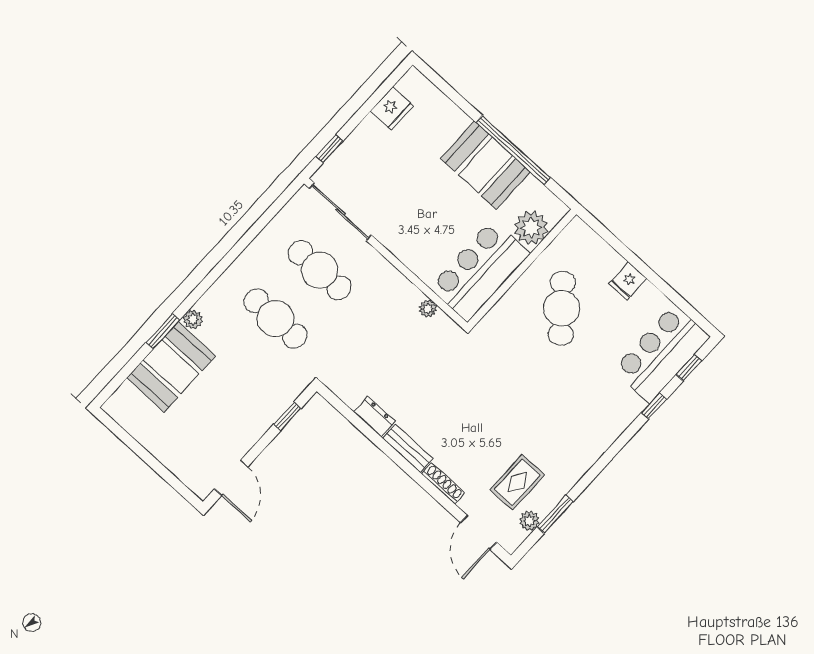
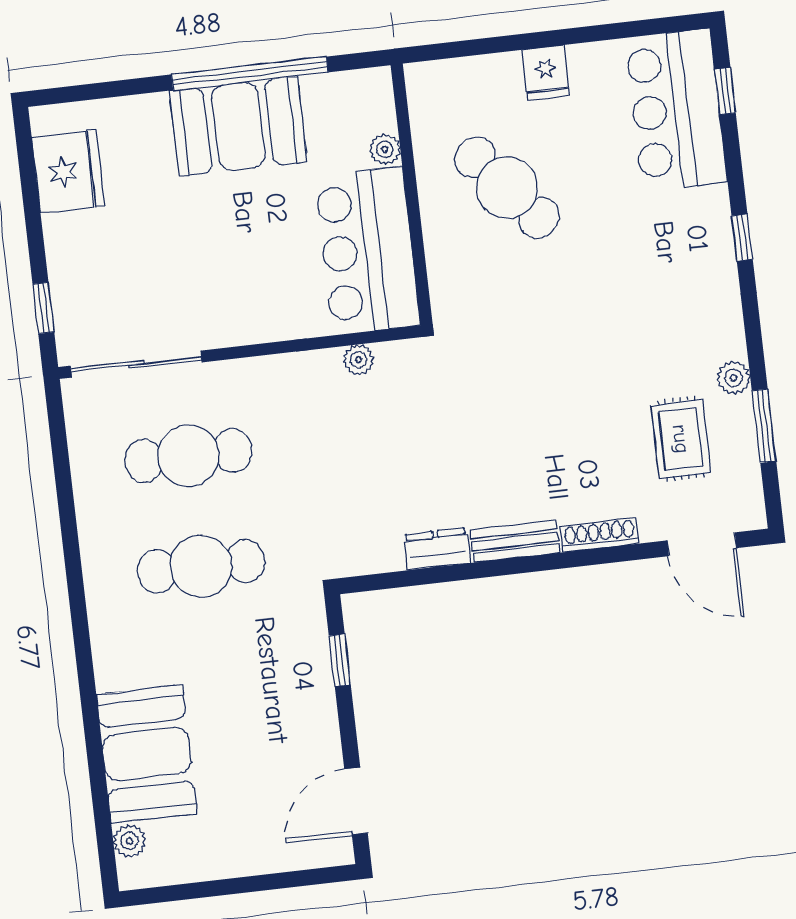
fridge: (392, 108) -> (68, 172), width x1.36, depth x1.34
plant: (531, 228) -> (385, 149), width x0.53, depth x0.53
plant: (193, 319) -> (129, 841), moved
window: (163, 331) -> (92, 725), removed
window: (654, 406) -> (742, 238), moved
door: (231, 478) -> (356, 801), swing flipped
plant: (529, 521) -> (734, 378), moved

